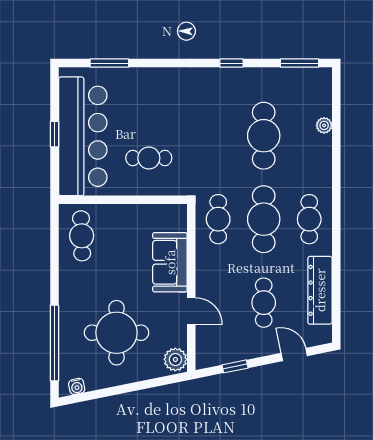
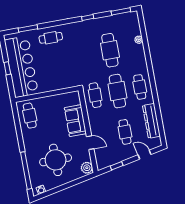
cafe table: (149, 158) -> (51, 38), moved

